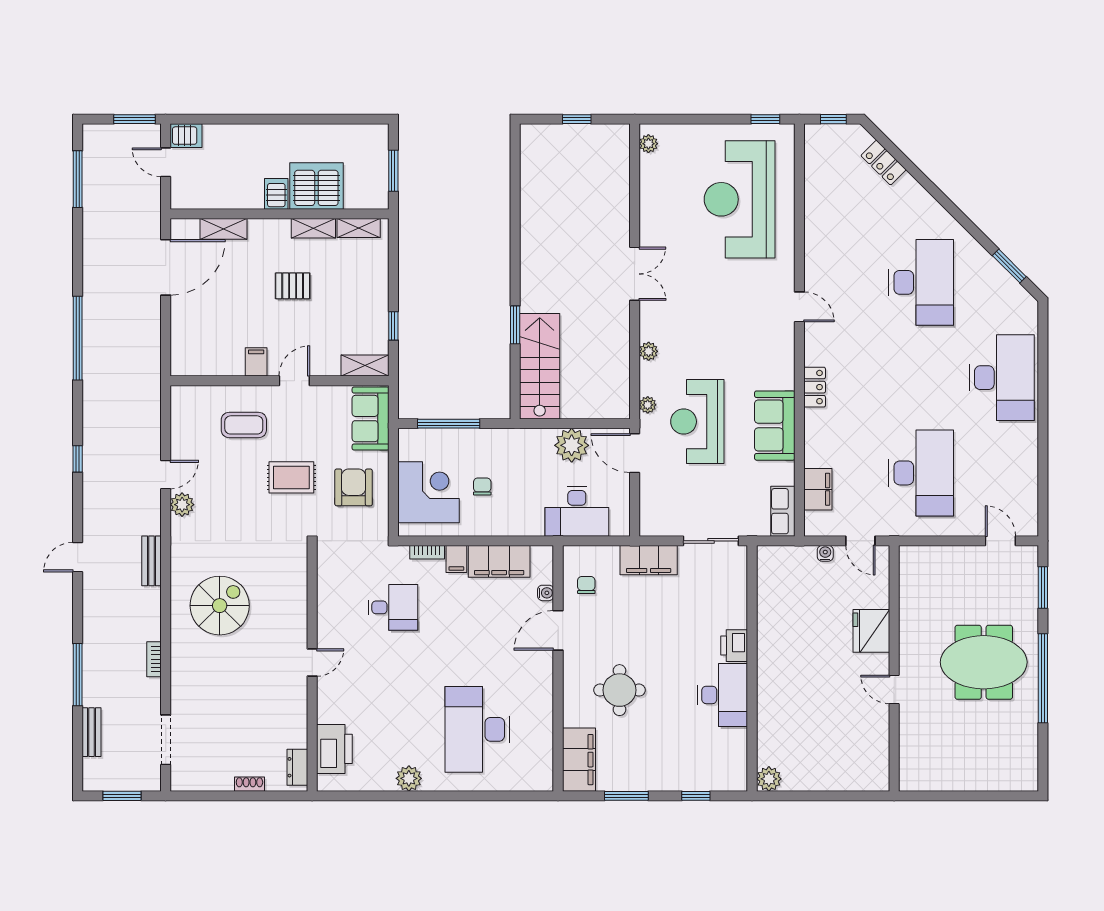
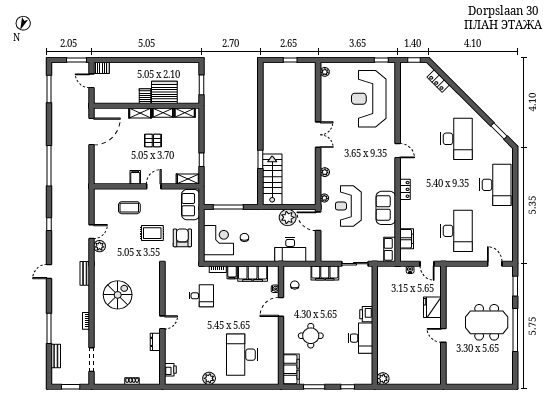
shelving: (223, 229) -> (140, 113), moved
printer: (334, 749) -> (170, 370), width x0.53, depth x0.68
dresser: (297, 767) -> (155, 342), moved

